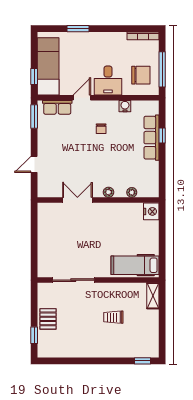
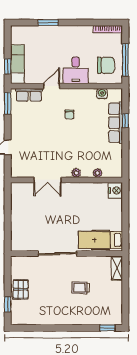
exam couch: (48, 66) -> (17, 64), width x0.73, depth x0.69
water cooler: (125, 106) -> (102, 94), moved
double door: (77, 200) -> (48, 180), swing flipped
sliding door: (73, 280) -> (58, 254), moved

